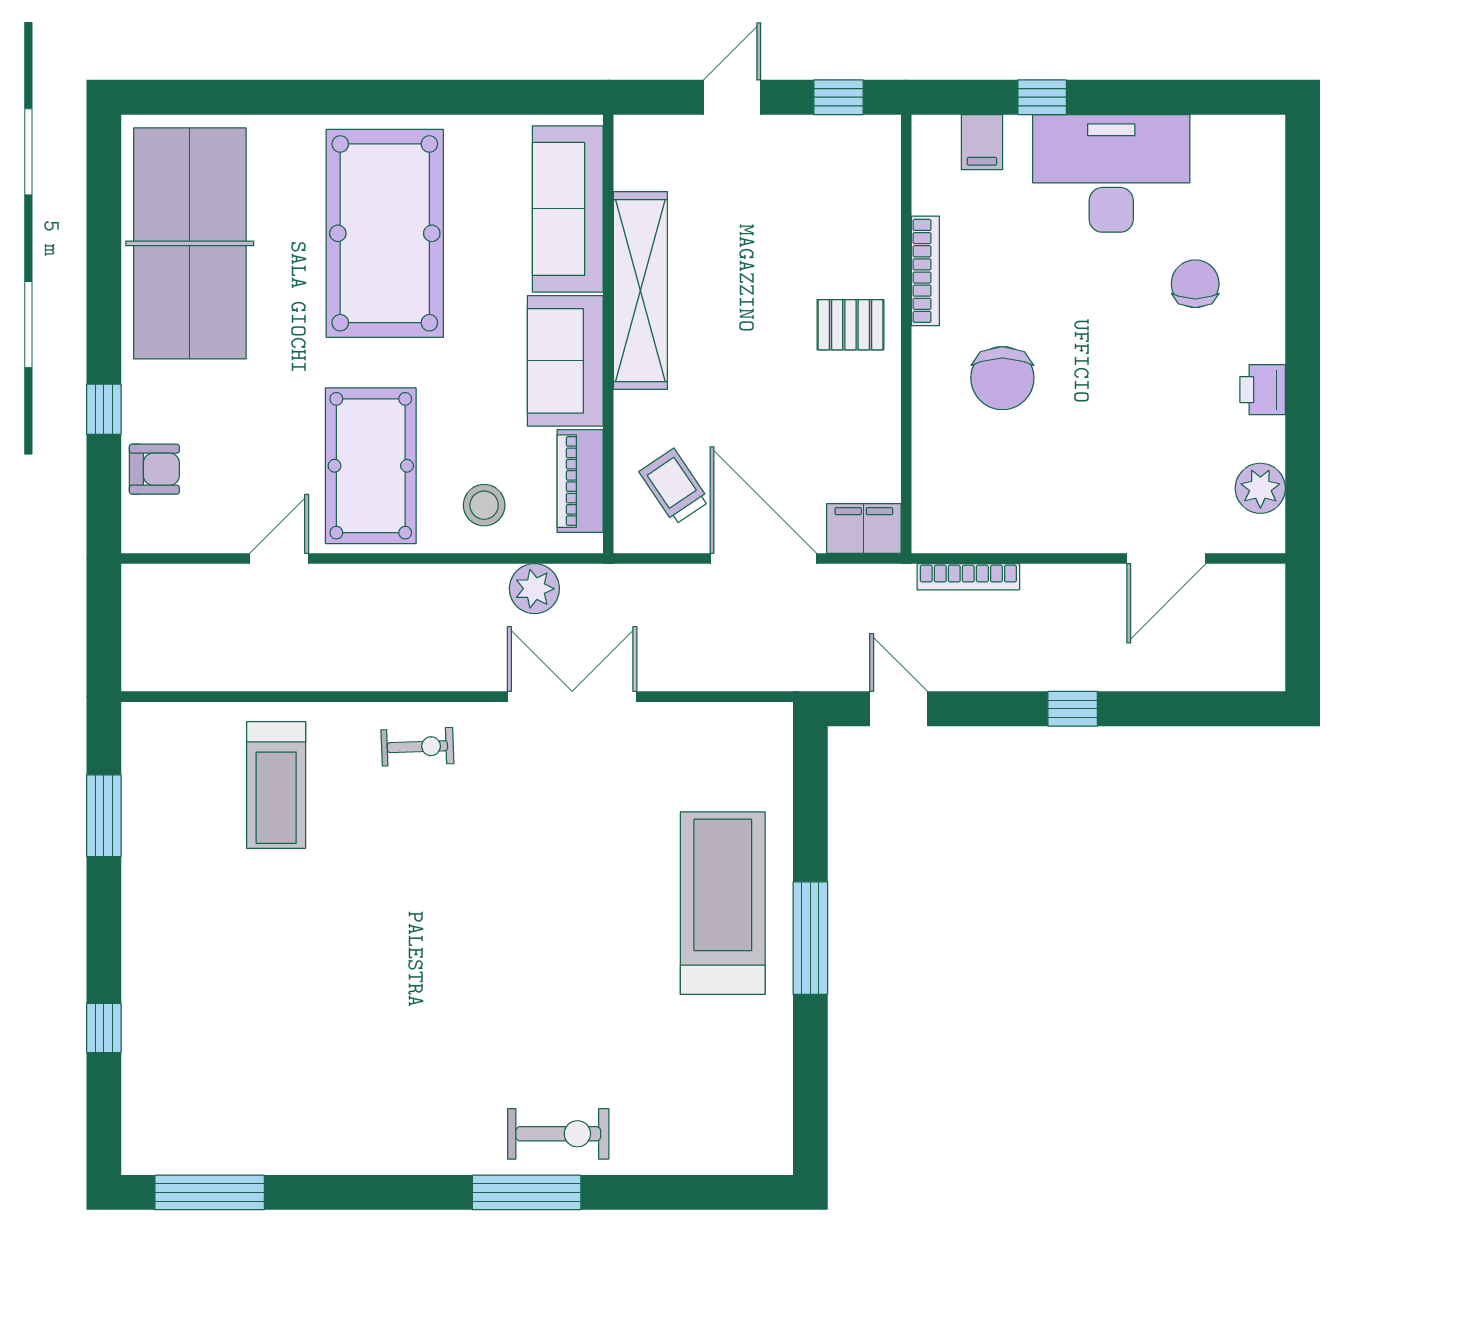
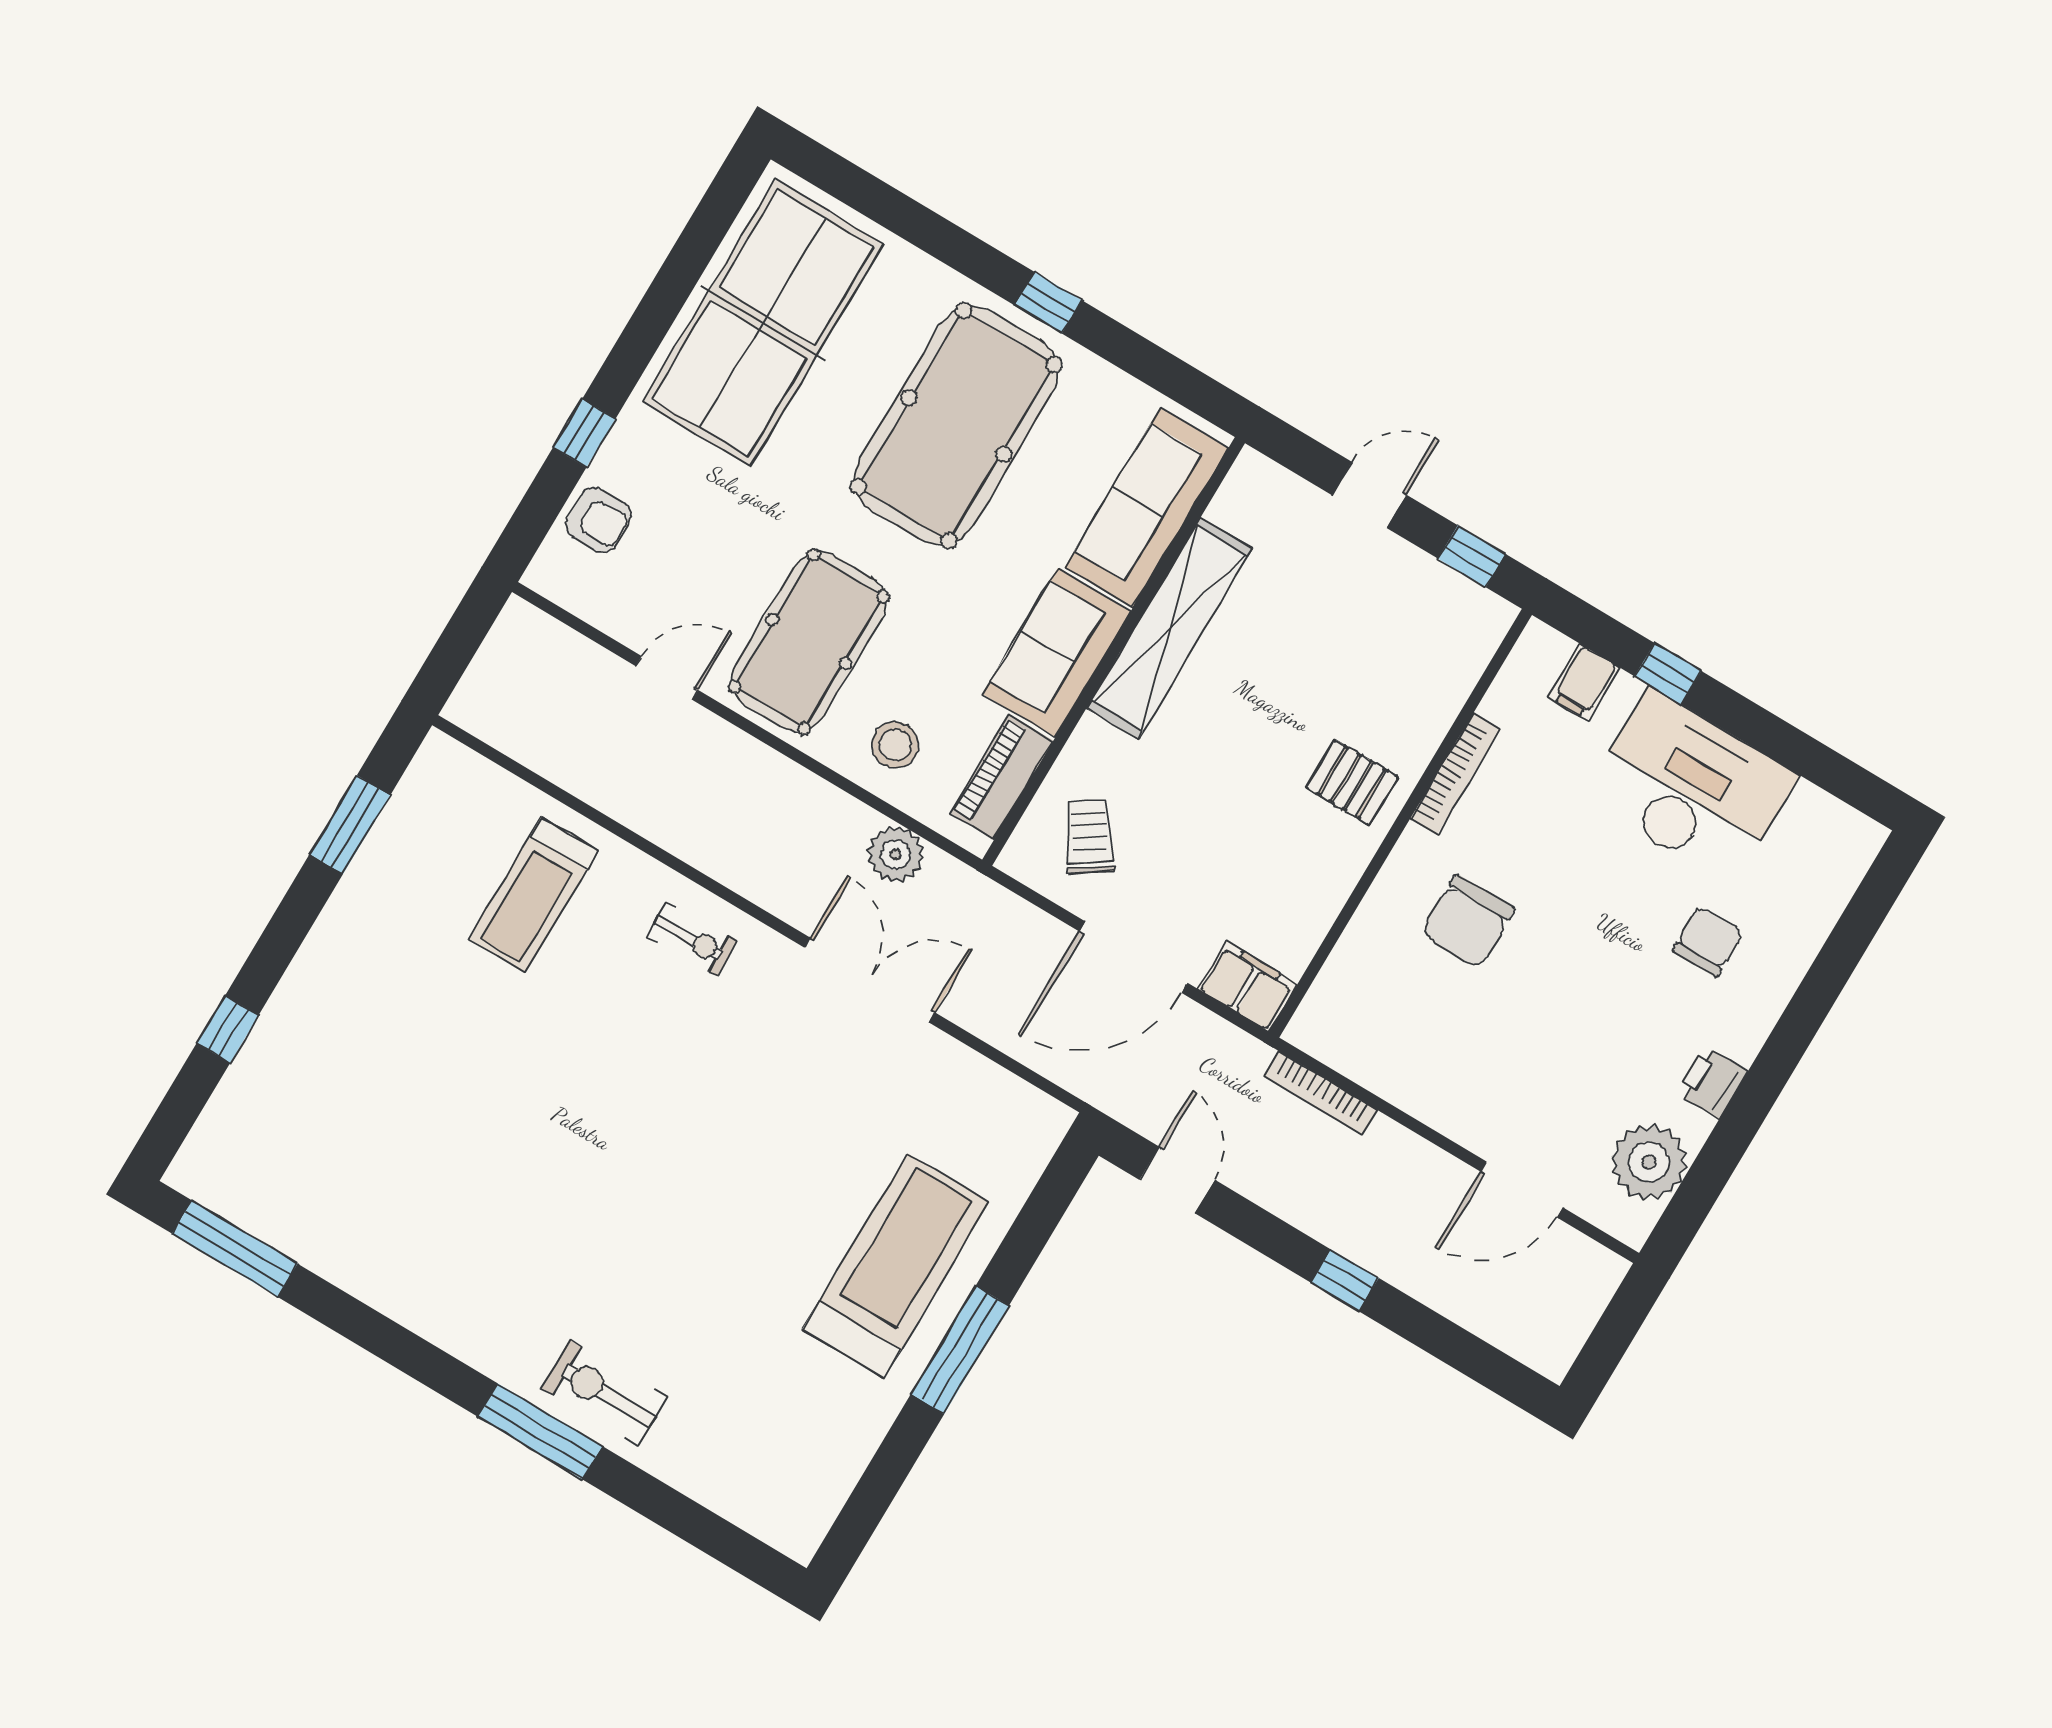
window: (399, 97) -> (1048, 303), added
plant: (1260, 488) -> (1649, 1162), width x1.36, depth x1.36
door: (763, 558) -> (1133, 957), swing flipped
exercise bike: (558, 1134) -> (604, 1393), turned 180

